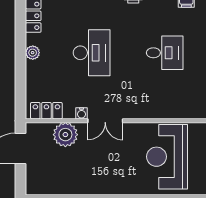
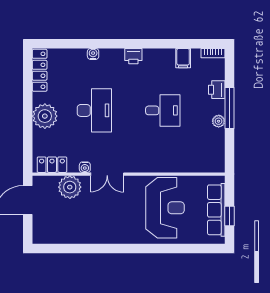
plant: (33, 53) -> (45, 116), width x1.88, depth x1.88
reception desk: (167, 157) -> (165, 208), turned 180

